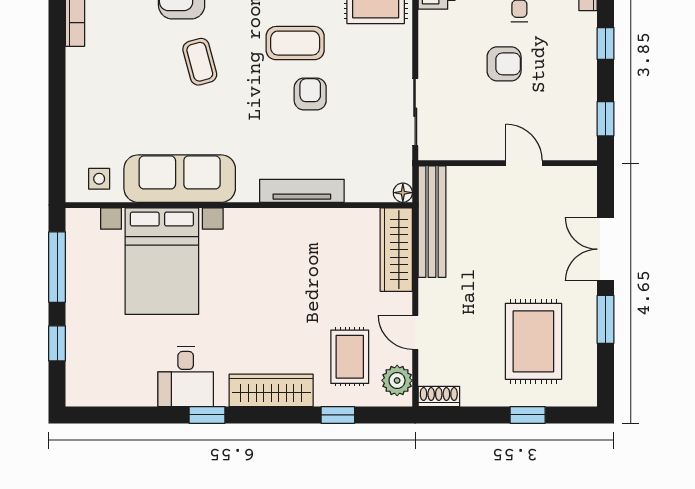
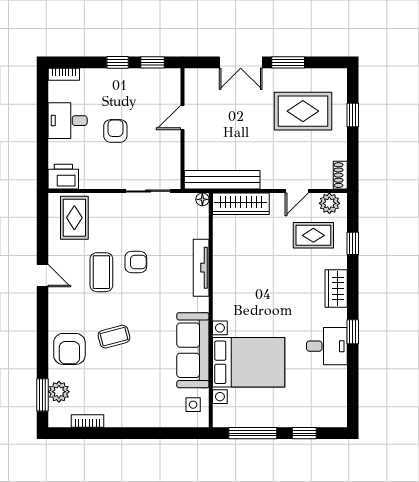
window: (606, 43) -> (118, 62), moved
armchair: (310, 94) -> (136, 262), turned 180
wardrobe: (271, 390) -> (336, 288), width x0.67

